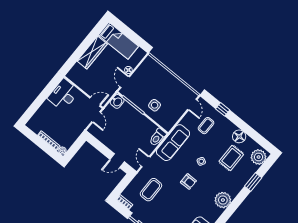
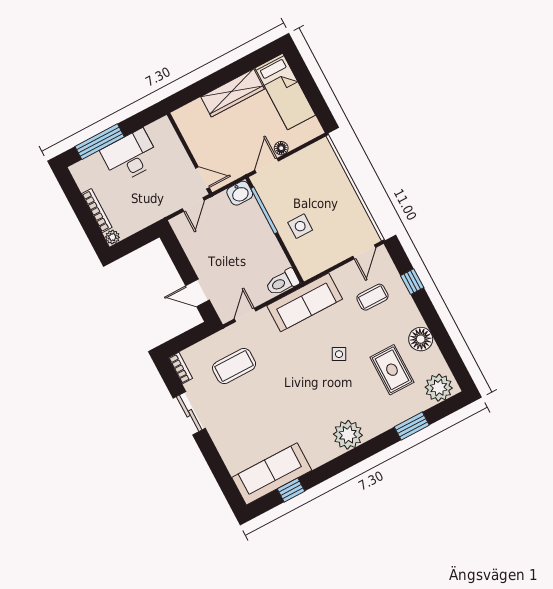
desk: (63, 95) -> (130, 156), moved
window: (36, 105) -> (100, 142), added
rug: (231, 158) -> (392, 370), turned 90
armchair: (188, 182) -> (303, 379), removed

